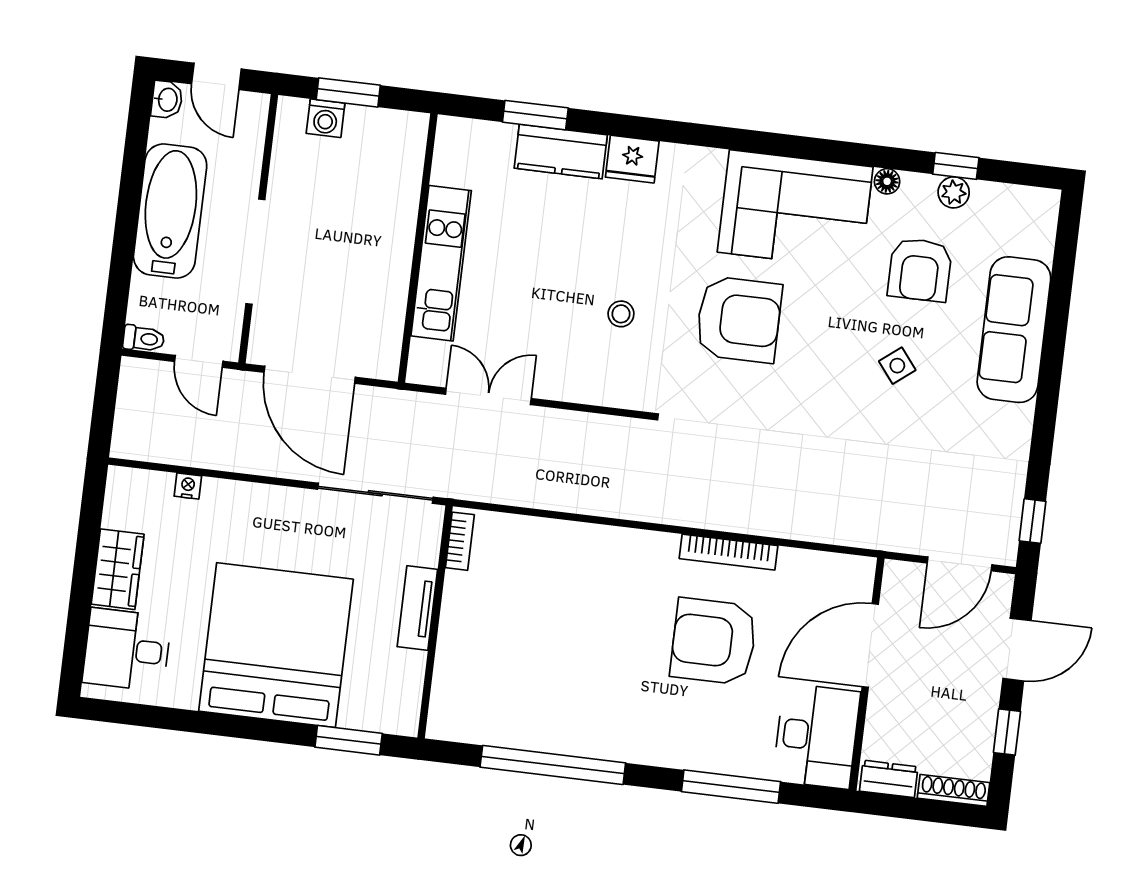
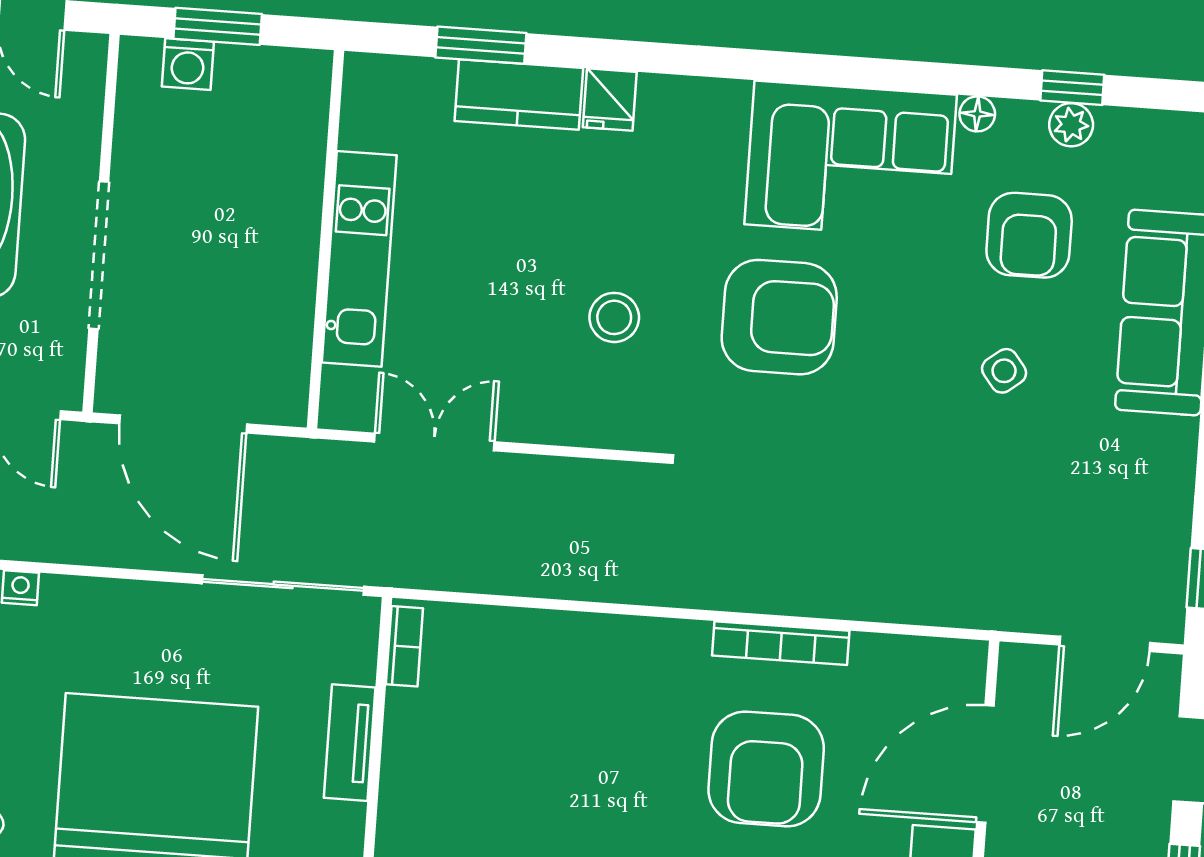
fridge: (632, 159) -> (610, 100), width x0.72
stool: (621, 314) -> (614, 317), width x1.37, depth x1.37
armchair: (714, 641) -> (766, 769), turned -90

